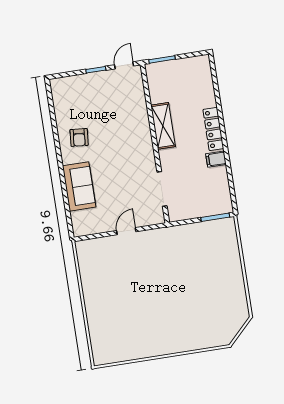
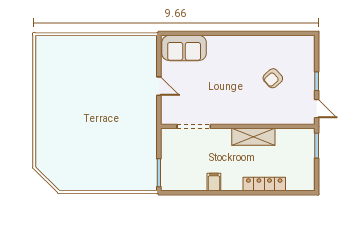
locker: (213, 129) -> (264, 184), moved
armchair: (79, 137) -> (273, 78), moved, turned -47
sofa: (79, 186) -> (184, 48), moved

